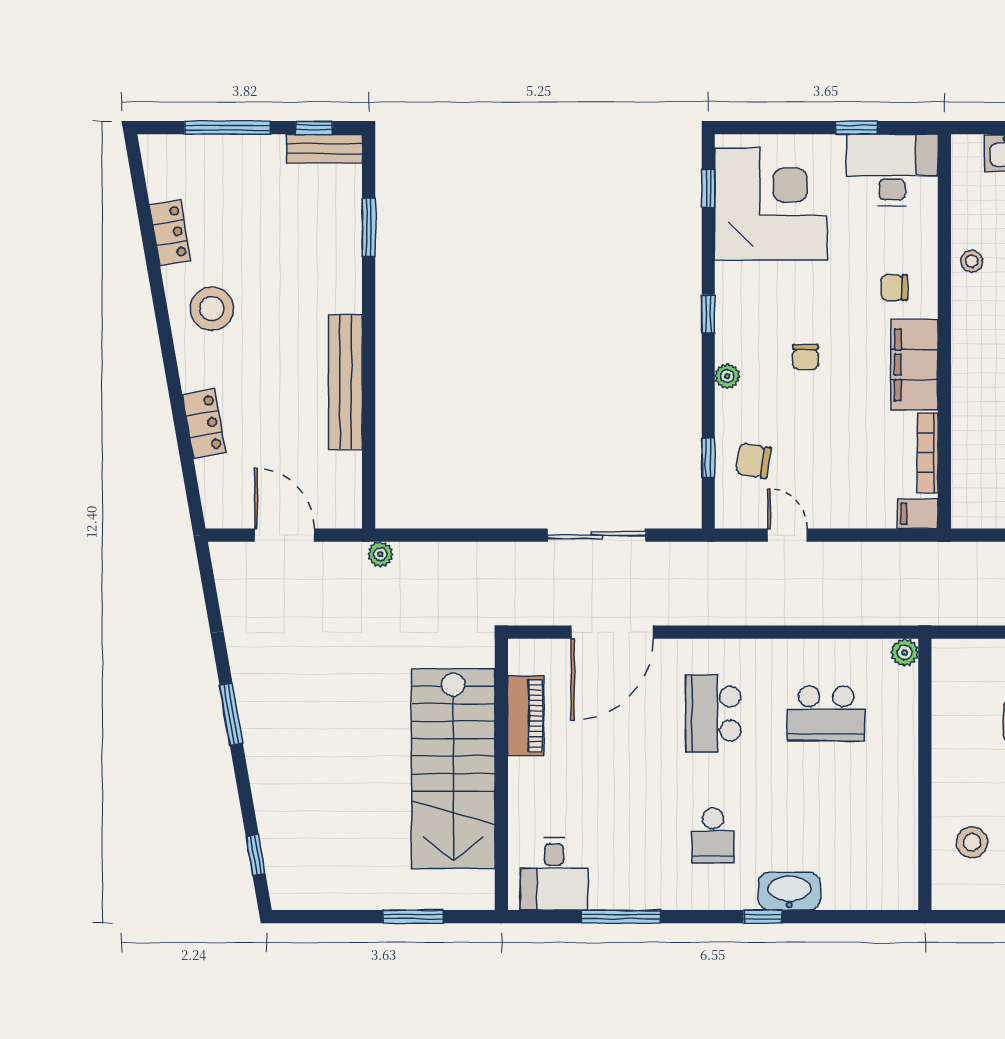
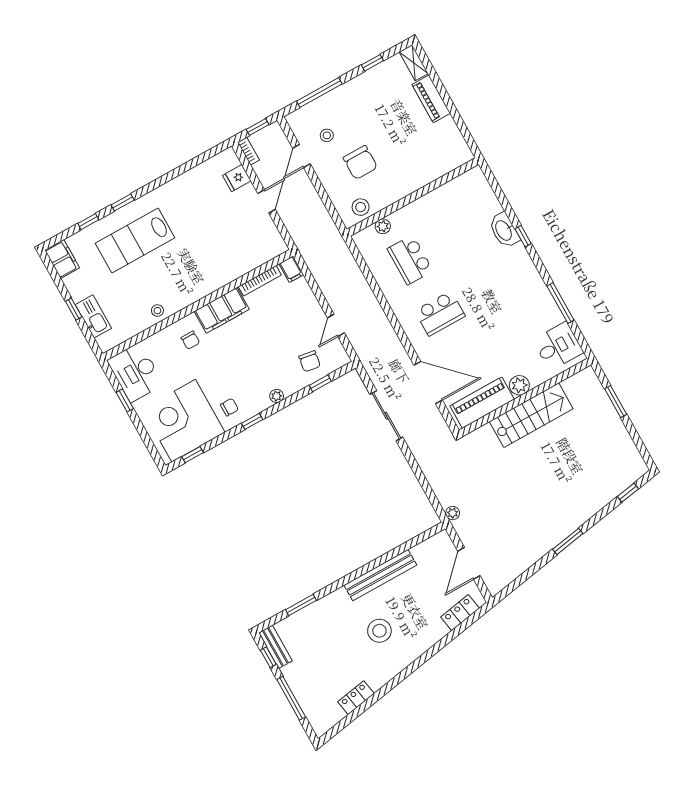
stool: (212, 309) -> (379, 631), moved
chair: (805, 357) -> (229, 407), moved
locker: (204, 424) -> (460, 613), moved
plant: (905, 652) -> (383, 226), moved
school desk: (826, 713) -> (410, 260), turned 180
piano: (526, 716) -> (482, 403), width x1.37, depth x1.33
stairs: (453, 769) -> (531, 415), width x0.73, depth x0.66
plant: (526, 777) -> (519, 385), added
school desk: (713, 835) -> (498, 281), removed
stool: (972, 842) -> (361, 207), moved

